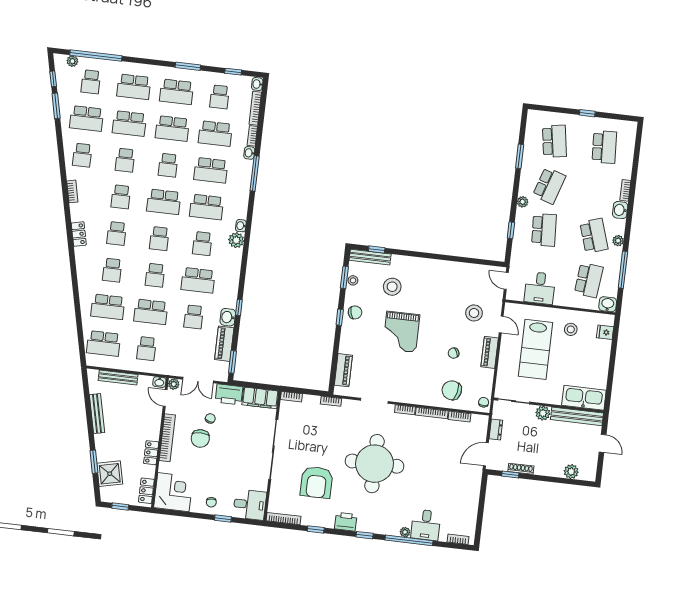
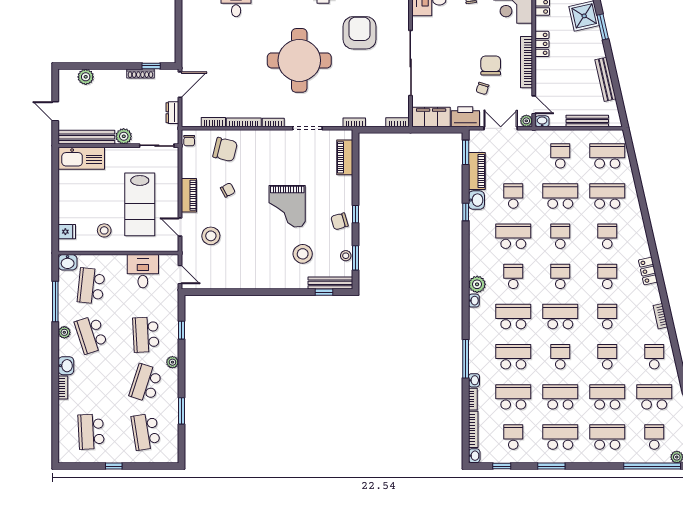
grand piano: (401, 332) -> (287, 206), turned 180
lab bench: (536, 349) -> (140, 204), turned 180

